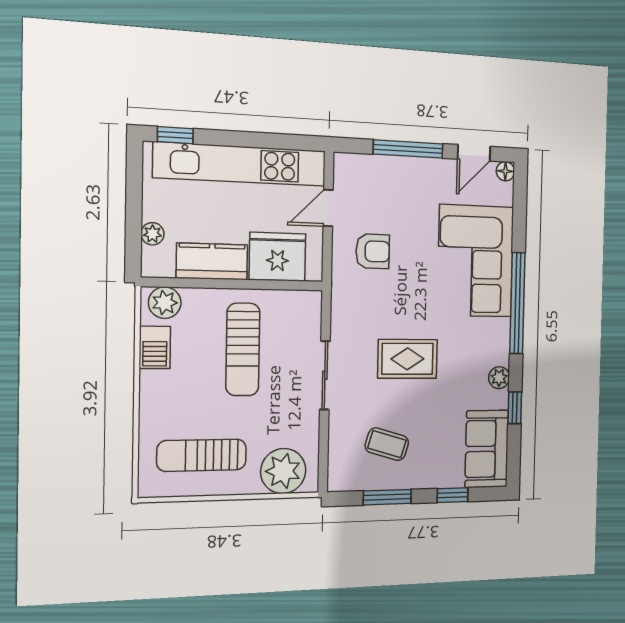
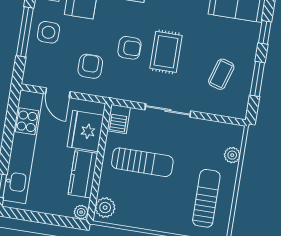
side table: (412, 184) -> (48, 32), added
plant: (152, 234) -> (81, 212), moved
armchair: (406, 305) -> (129, 48), added
barbecue: (155, 347) -> (119, 119), moved, turned 90
sun lounger: (202, 455) -> (206, 198), turned 180
plant: (283, 471) -> (232, 155), width x0.53, depth x0.53

